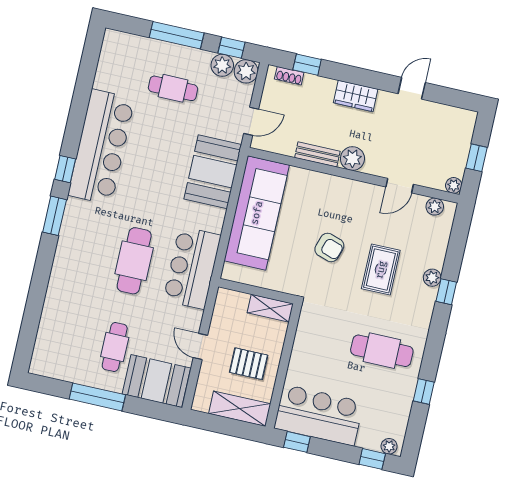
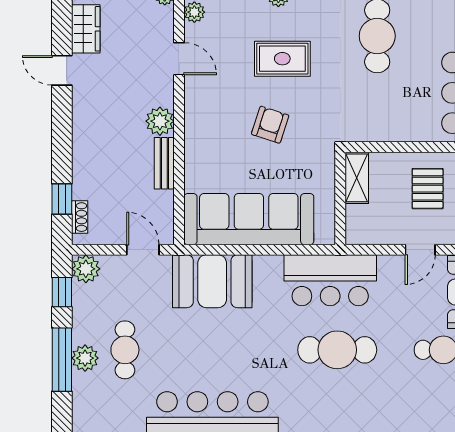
plant: (222, 65) -> (85, 358), moved
wardrobe: (356, 96) -> (86, 29), moved

